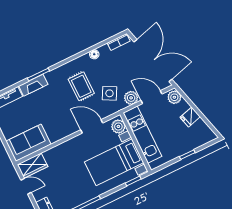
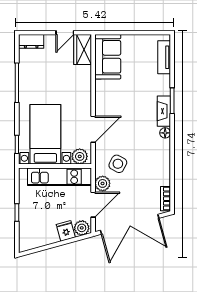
floor lamp: (94, 54) -> (165, 133), moved
fireplace: (33, 85) -> (164, 111), moved
rug: (81, 86) -> (139, 139), removed
fridge: (190, 117) -> (66, 231), moved

